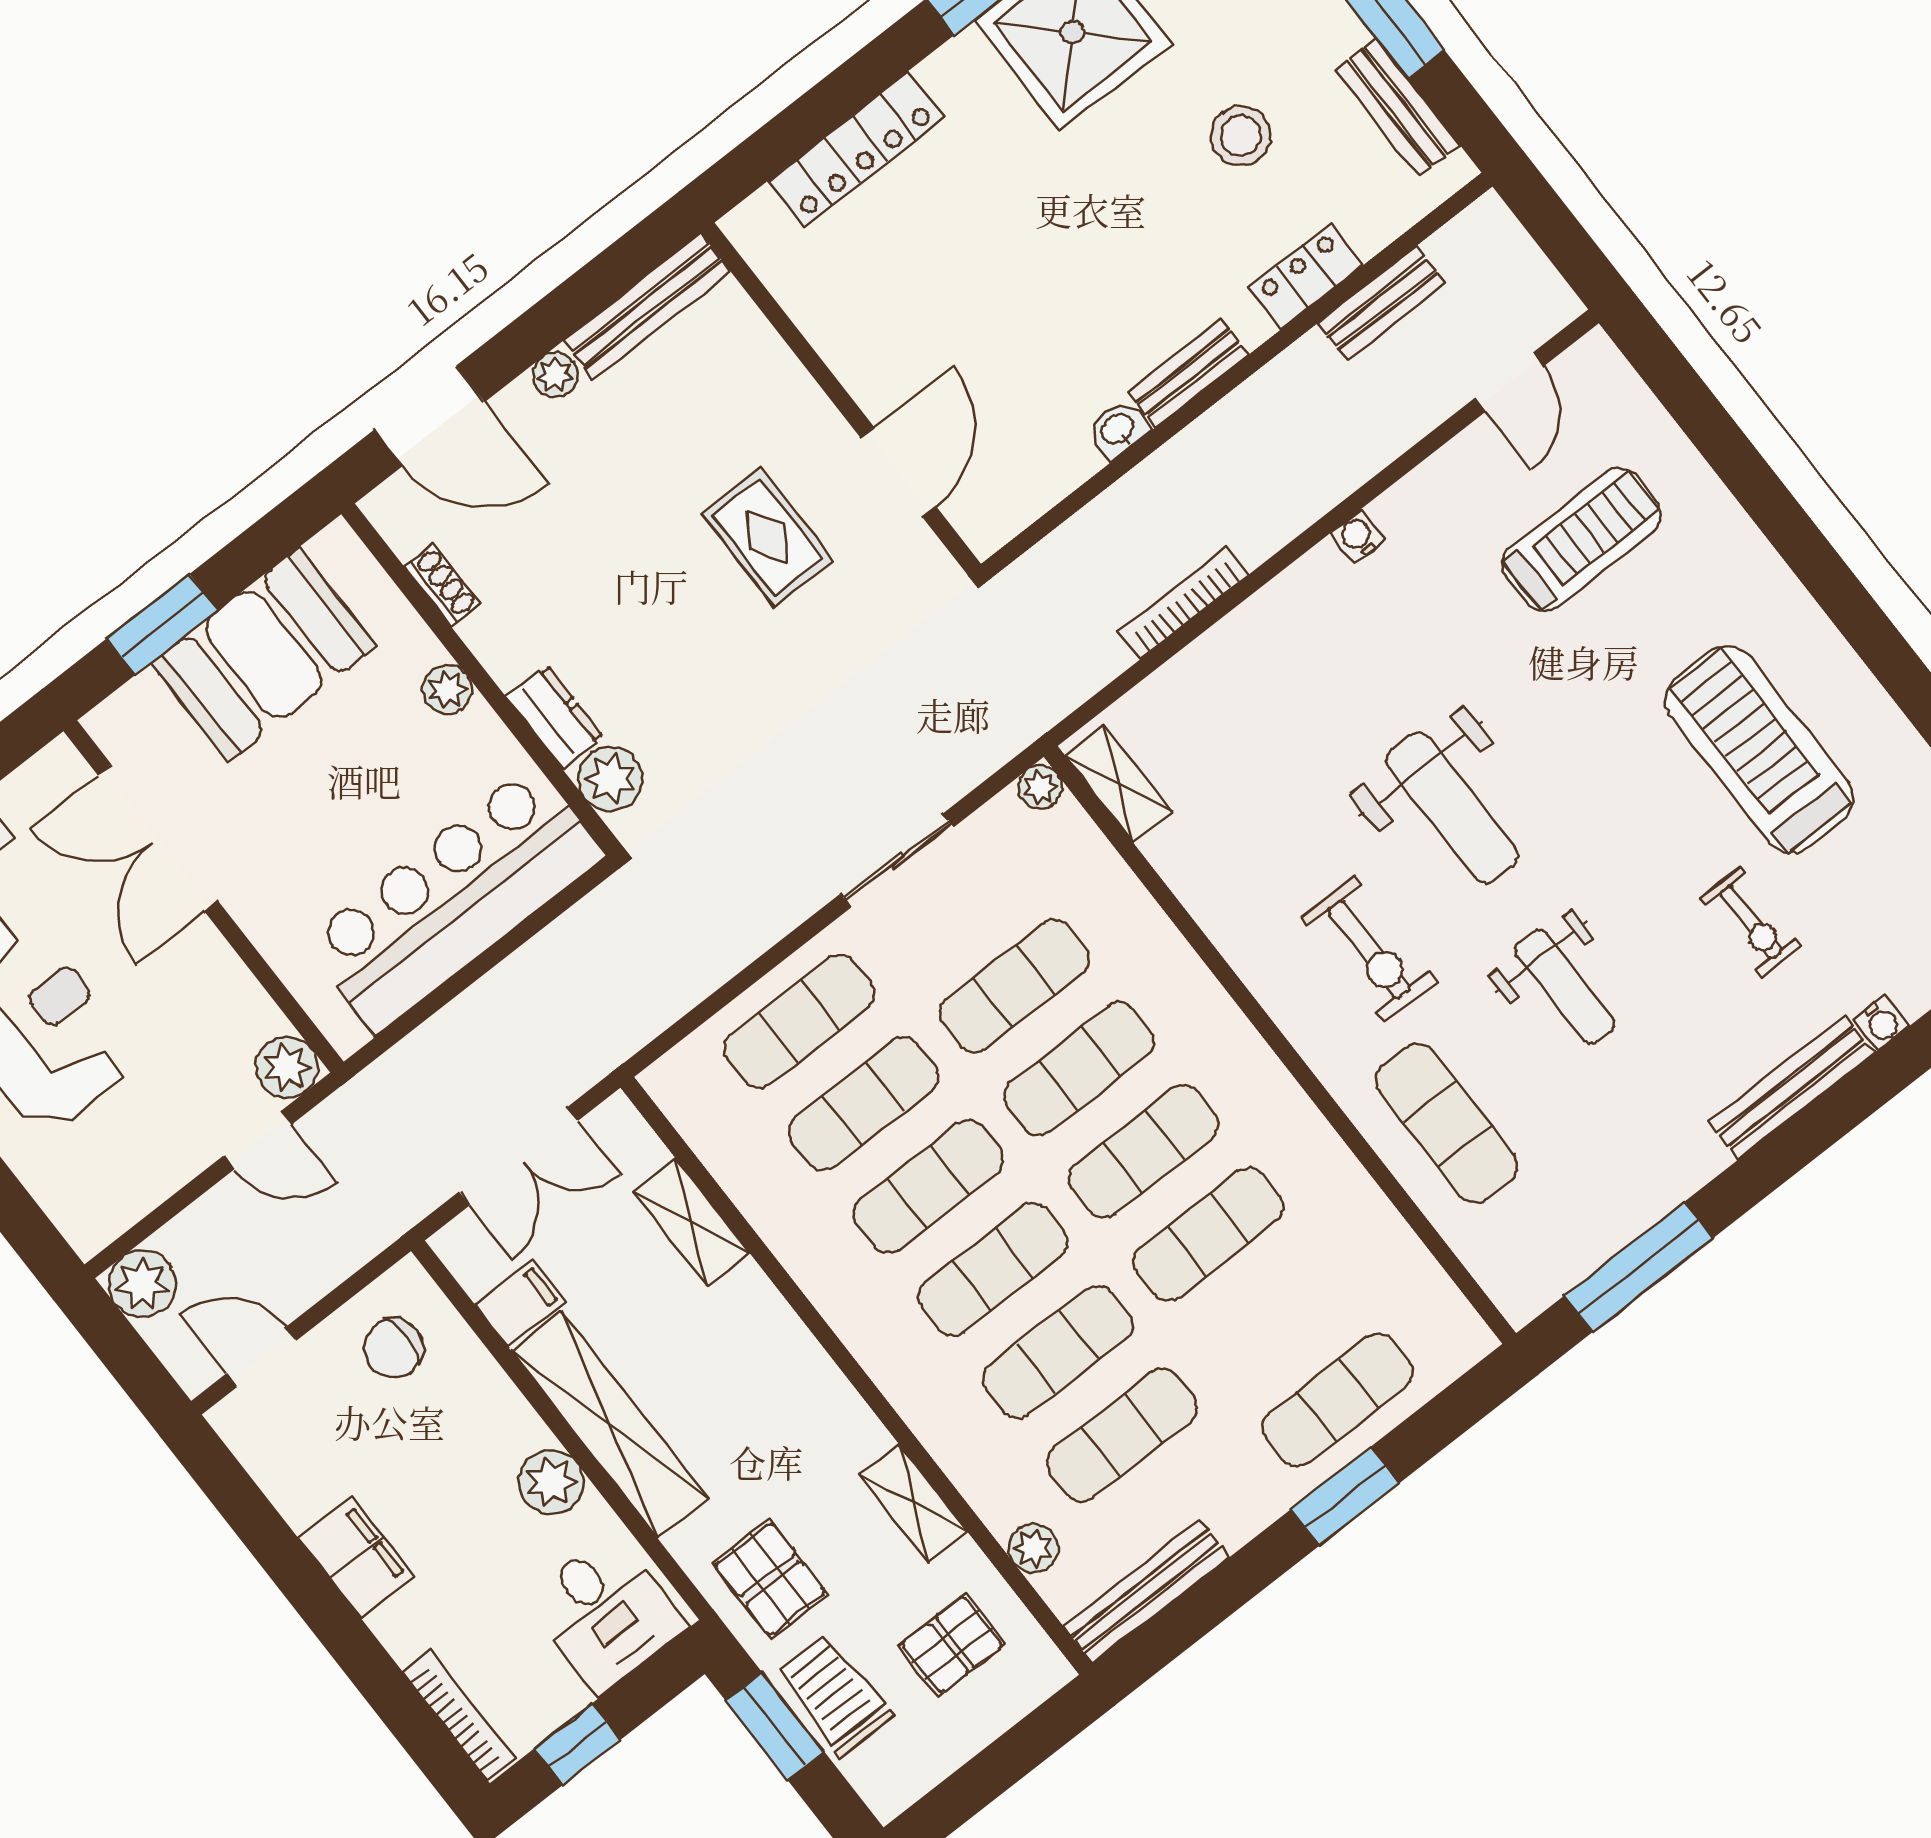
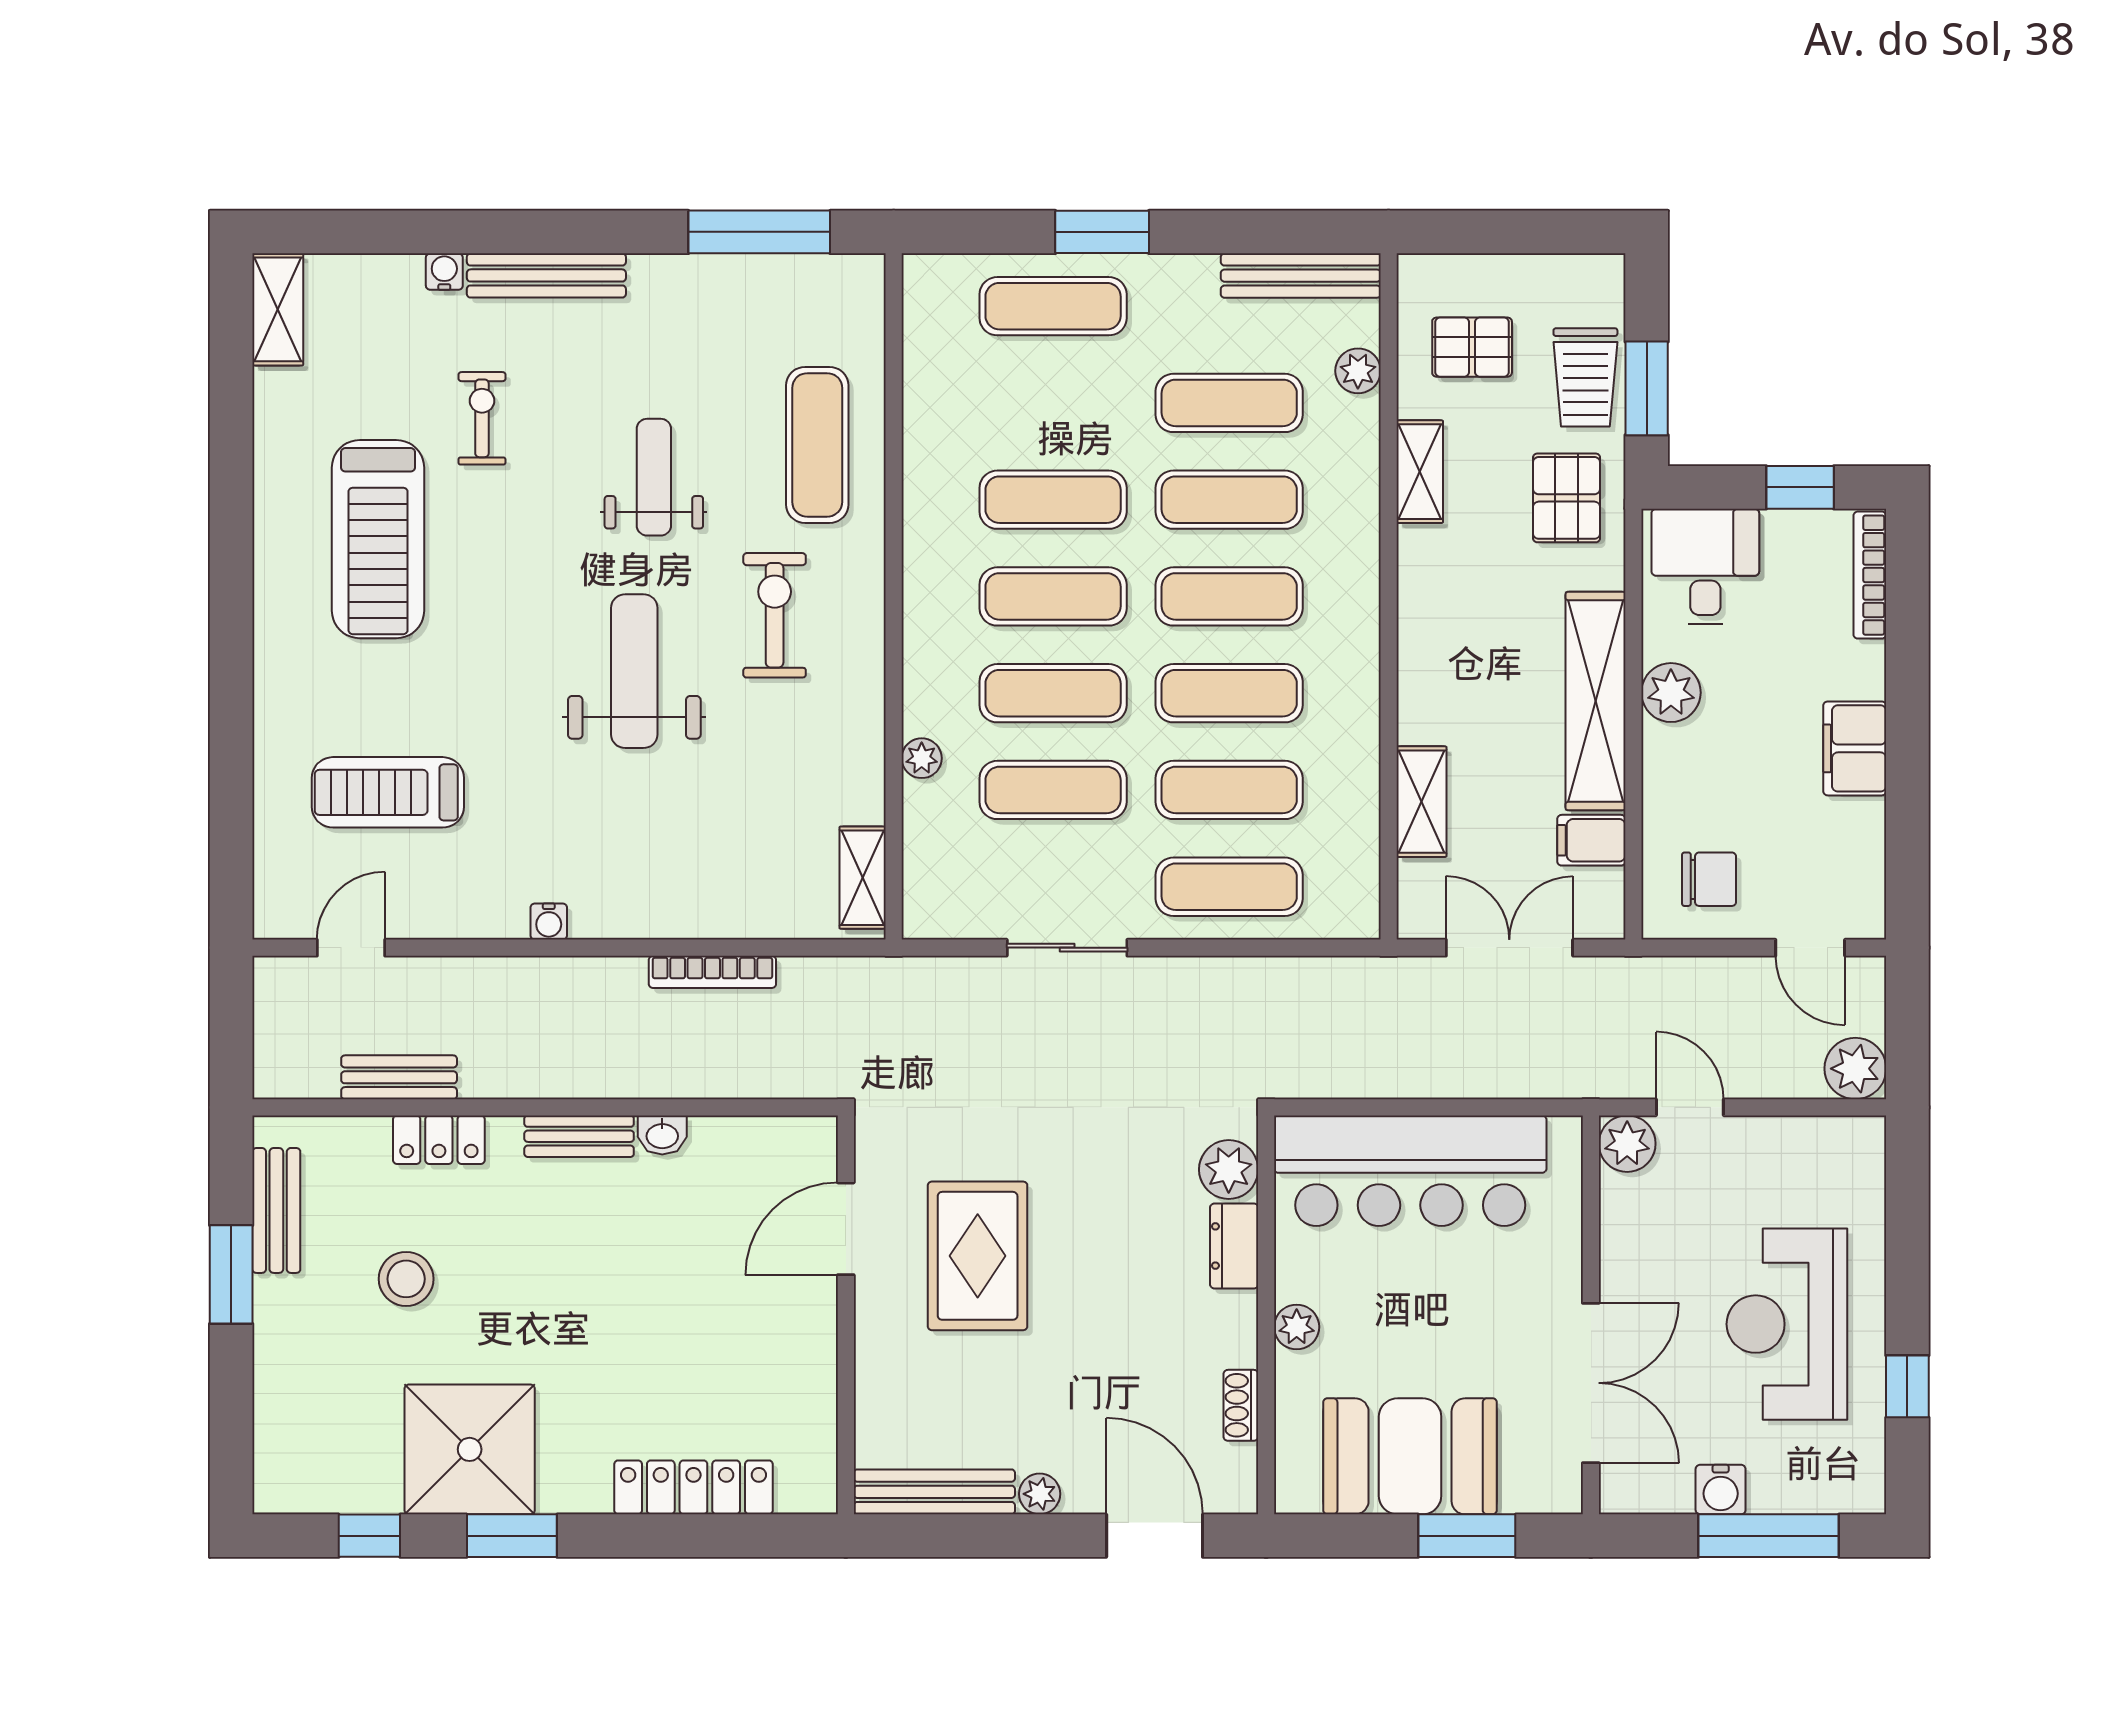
rug: (768, 537) -> (978, 1256), width x1.36, depth x1.43
plant: (1040, 787) -> (922, 758), moved

